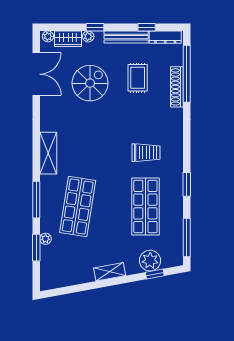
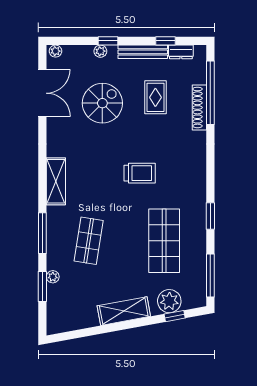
dresser: (165, 37) -> (181, 52), width x0.70
wardrobe: (68, 39) -> (78, 54), removed
trolley: (146, 153) -> (140, 173), moved
shop shelf: (78, 206) -> (89, 241), width x0.70, depth x0.74
shelving: (110, 272) -> (124, 311), width x1.50, depth x1.33

